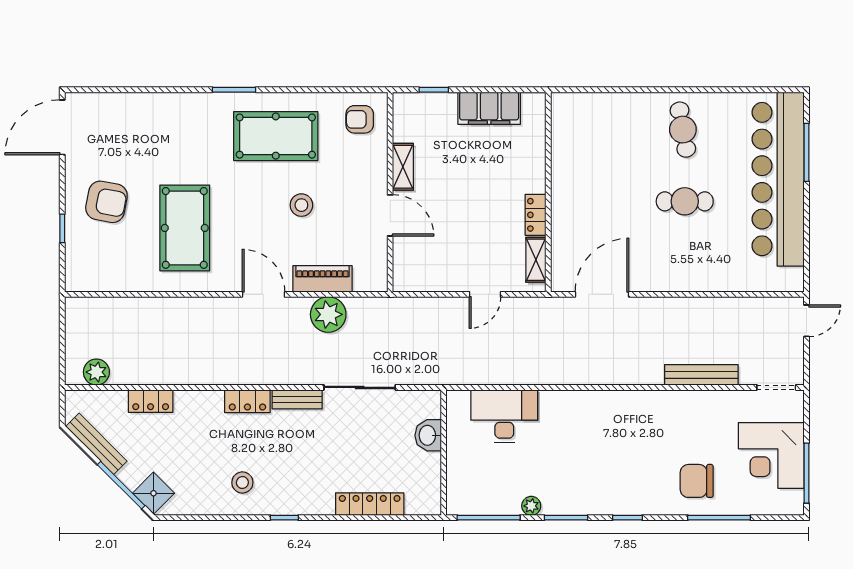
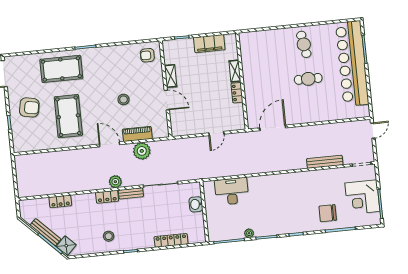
pool table: (276, 136) -> (61, 69), moved
shelving: (536, 260) -> (235, 71), moved
plant: (96, 372) -> (115, 182), moved
bench: (96, 444) -> (45, 232), moved

